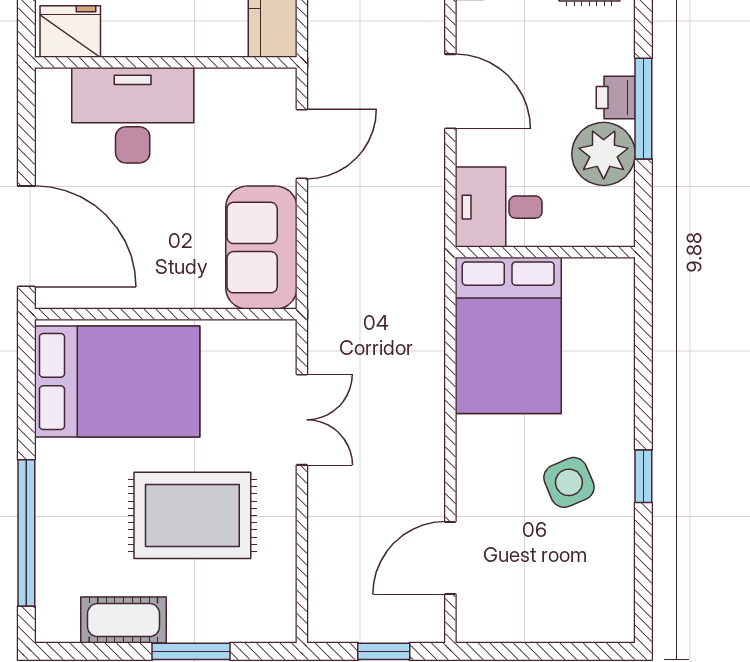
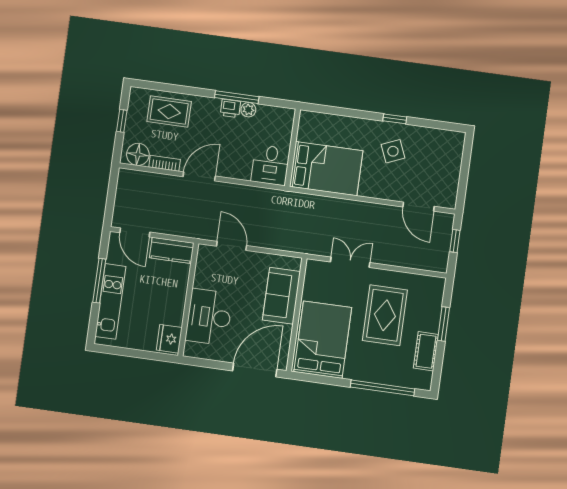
door: (450, 91) -> (199, 176), moved
plant: (604, 154) -> (248, 110), width x0.53, depth x0.53
sofa: (261, 248) -> (281, 296), moved, turned 90

